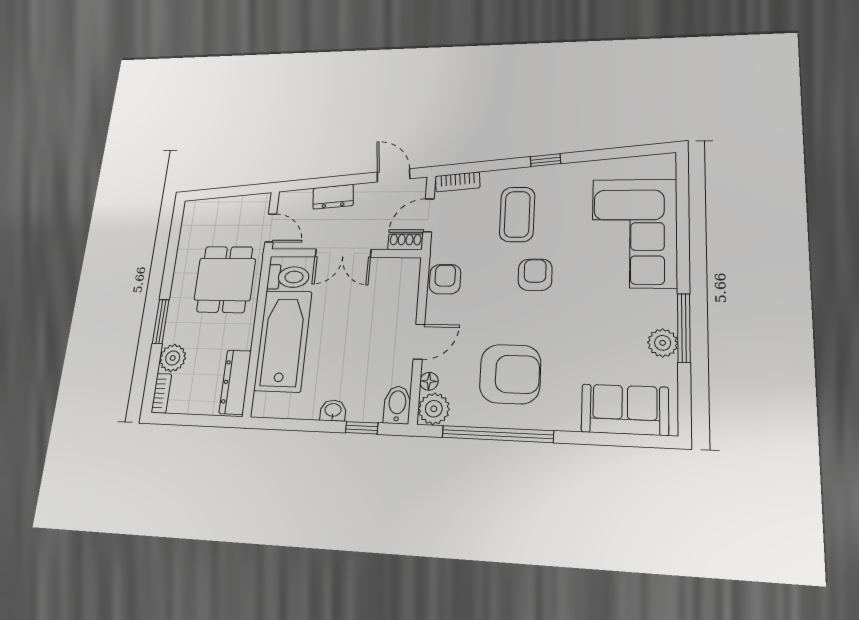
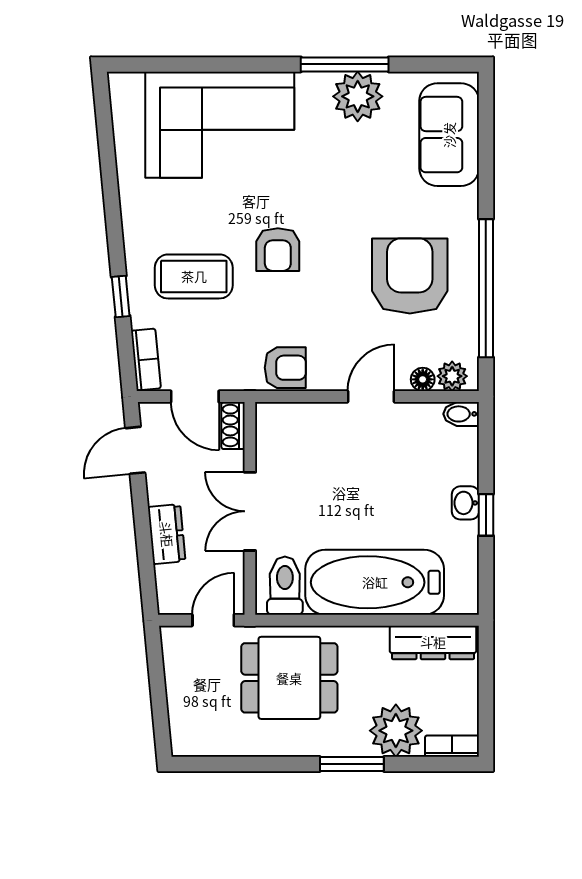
window: (546, 160) -> (121, 296), moved
double door: (343, 253) -> (250, 511), swing flipped
armchair: (535, 275) -> (278, 250), turned -89
armchair: (445, 279) -> (285, 368), turned 180
door: (419, 342) -> (371, 396), hinge flipped
plant: (663, 343) -> (358, 96), width x1.36, depth x1.36
plant: (173, 358) -> (396, 731), width x1.36, depth x1.36
bidet: (397, 405) -> (461, 414), width x0.72, depth x0.74
plant: (434, 409) -> (452, 376), width x0.73, depth x0.73
window: (362, 428) -> (486, 515), moved

